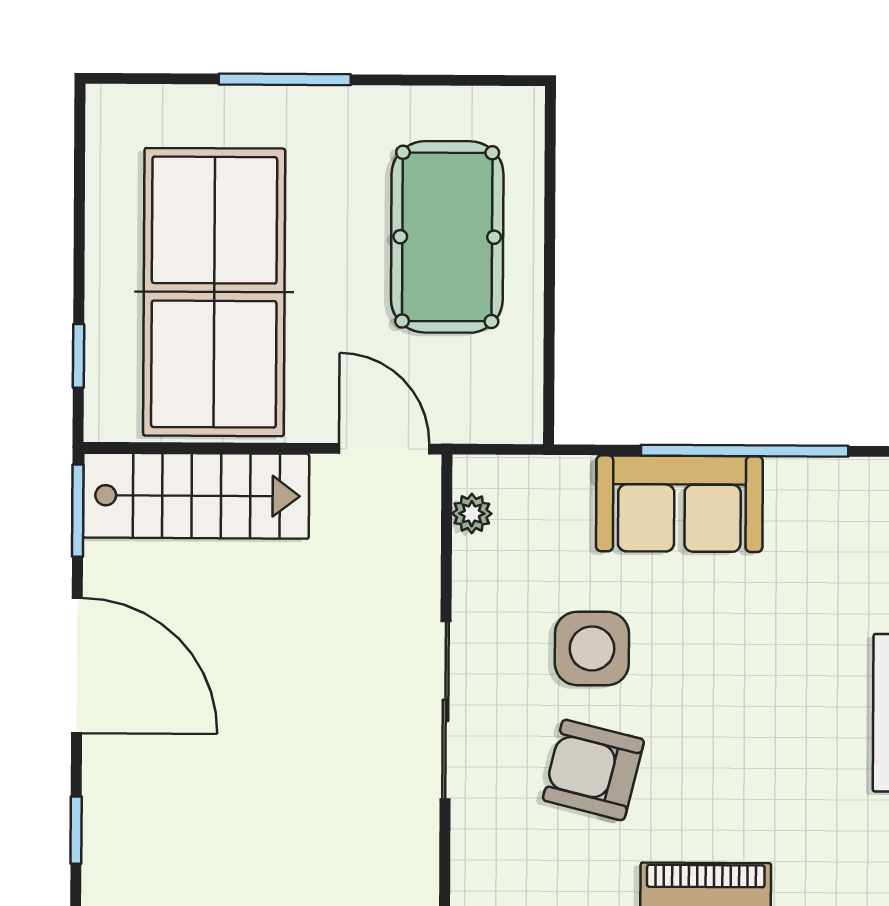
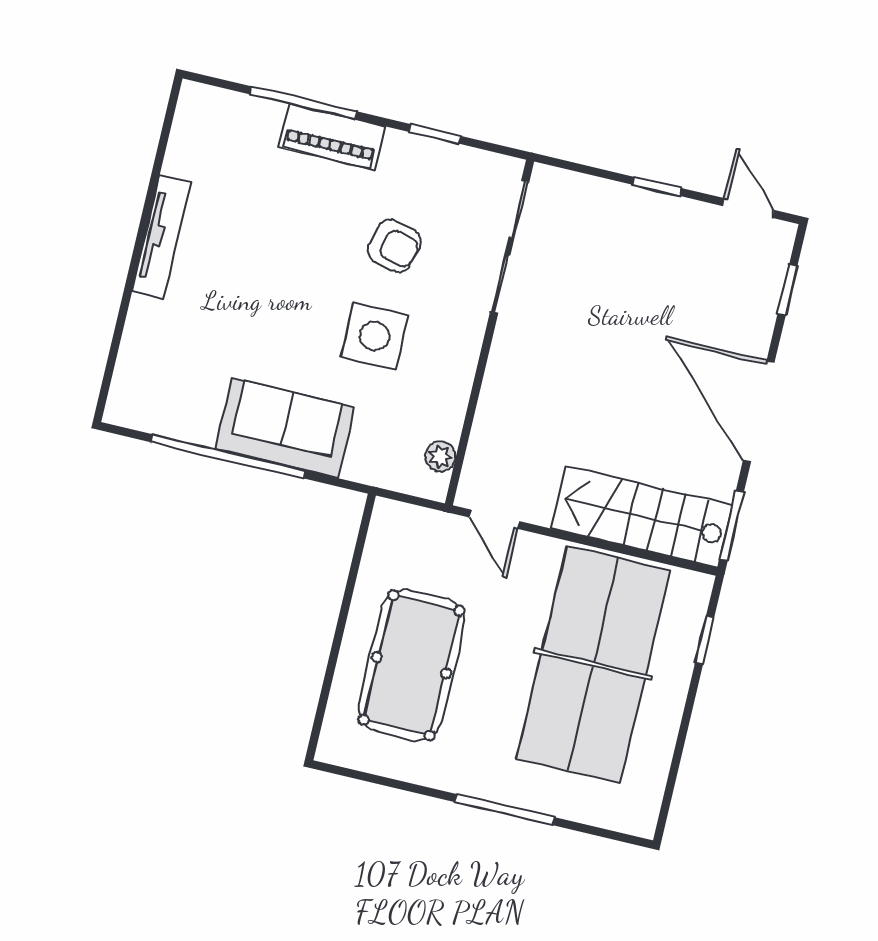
door: (384, 449) -> (494, 519), width x0.73
sliding door: (446, 710) -> (510, 247), moved
armchair: (593, 770) -> (394, 246), width x0.72, depth x0.72

